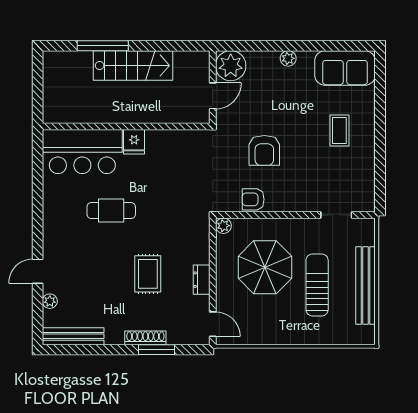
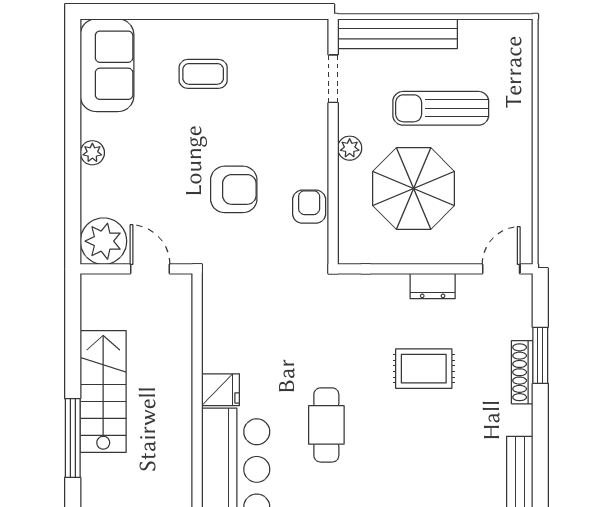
armchair: (253, 199) -> (309, 207), turned 180
plant: (223, 226) -> (350, 148), moved
bench: (366, 285) -> (397, 34), moved

